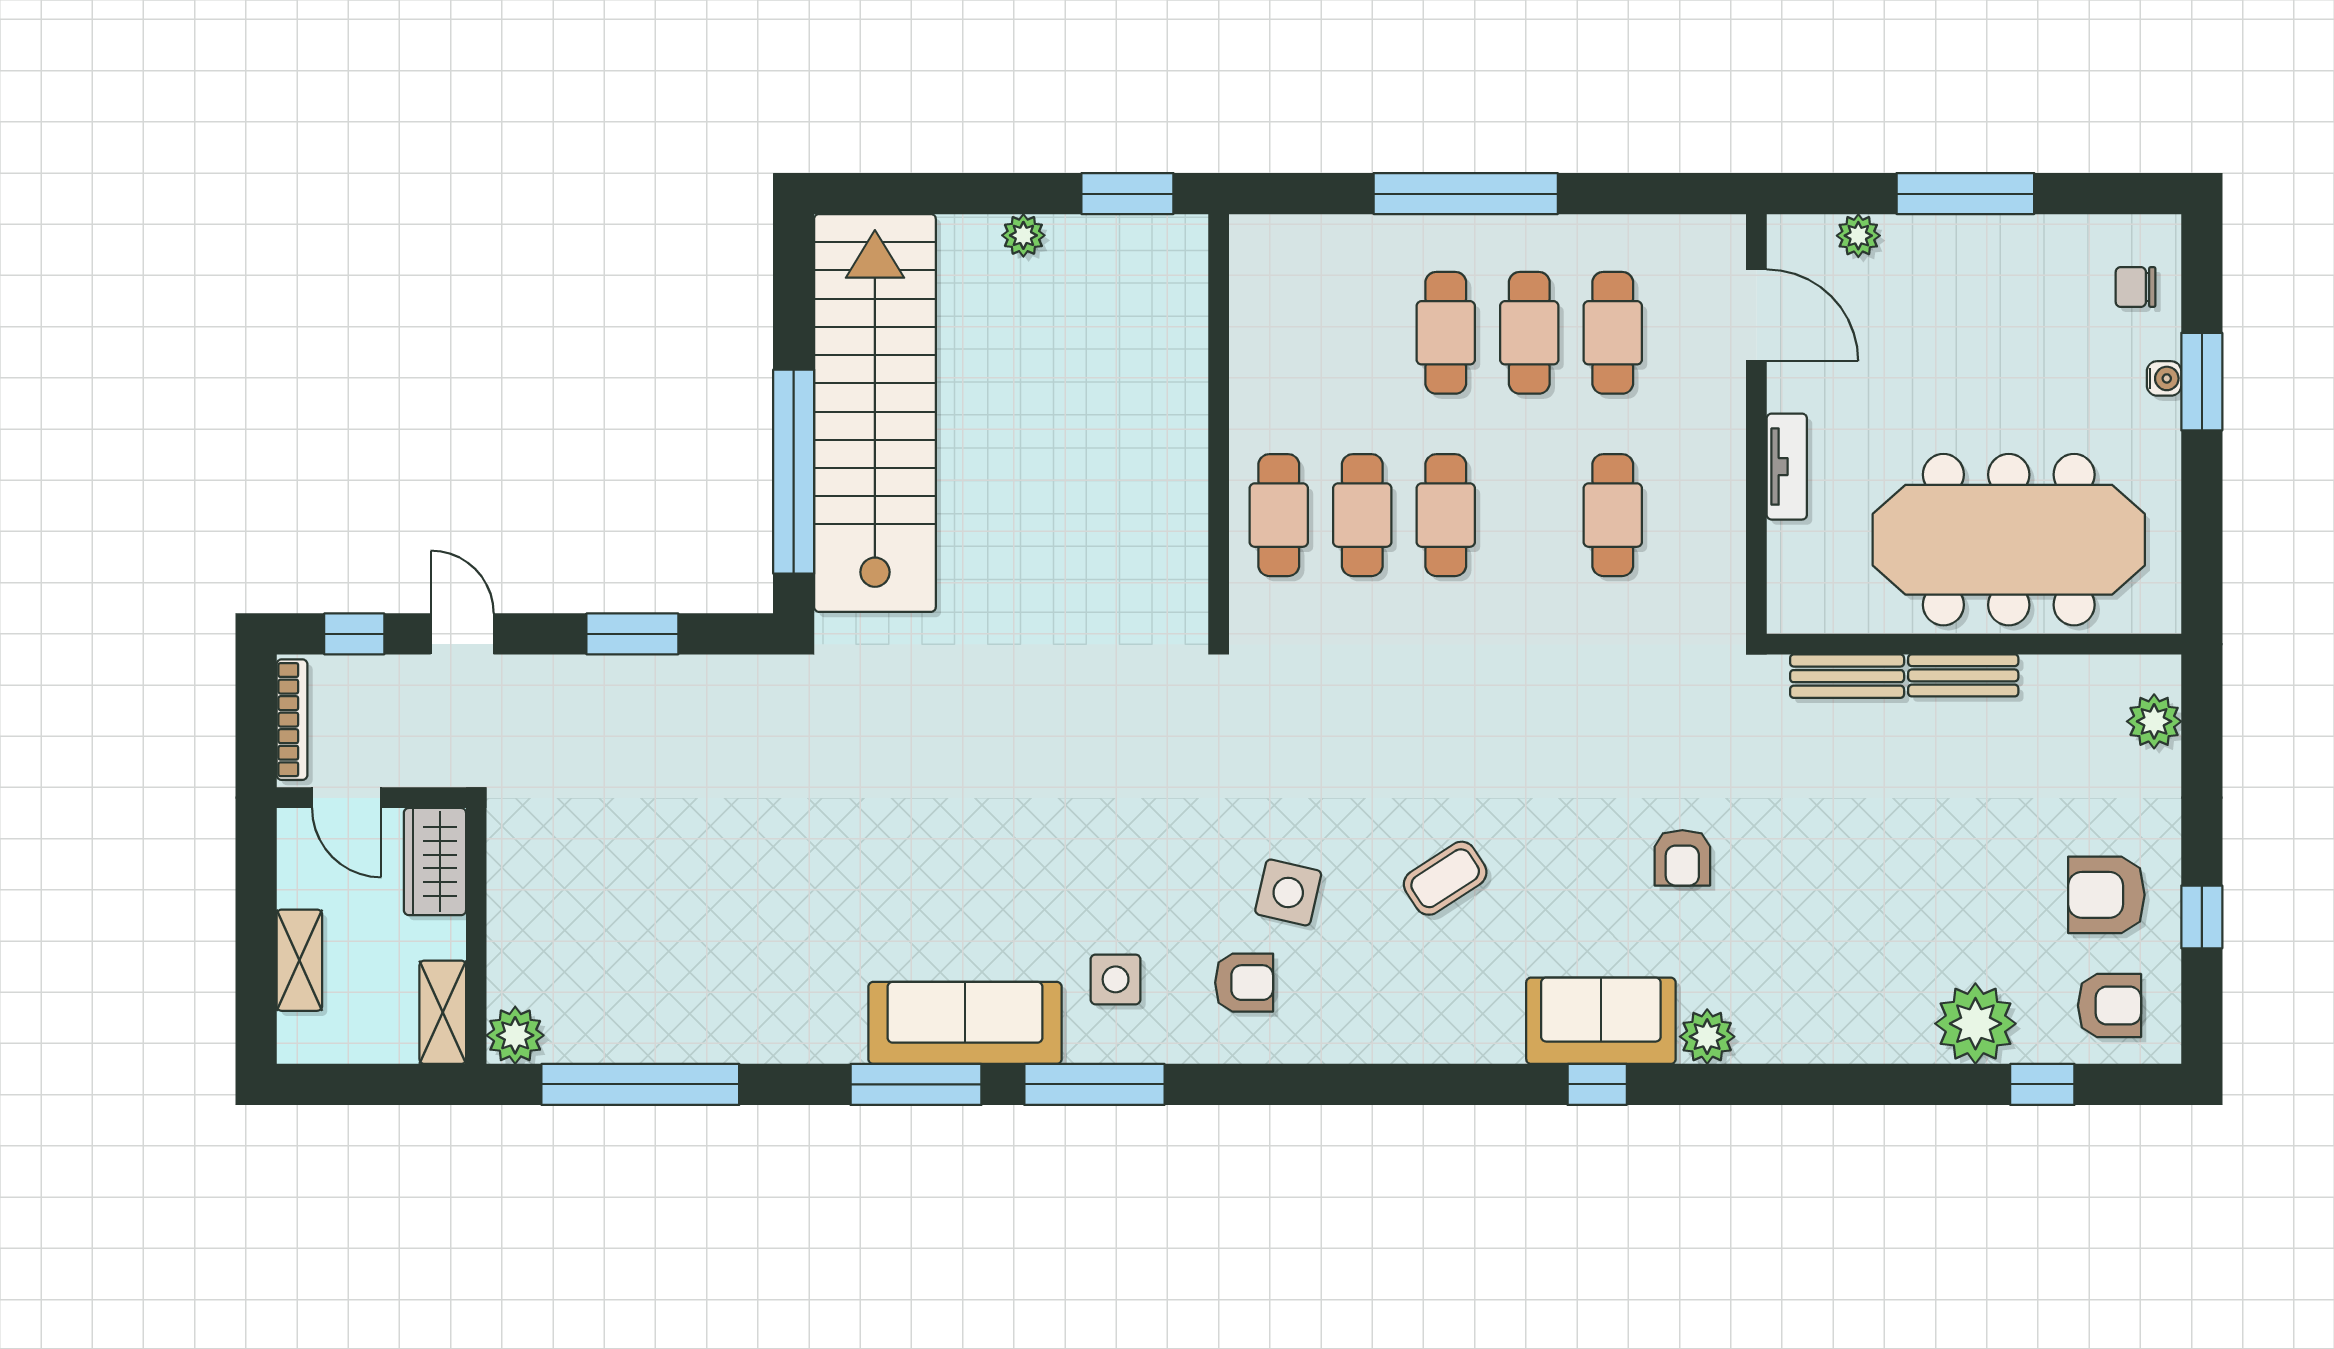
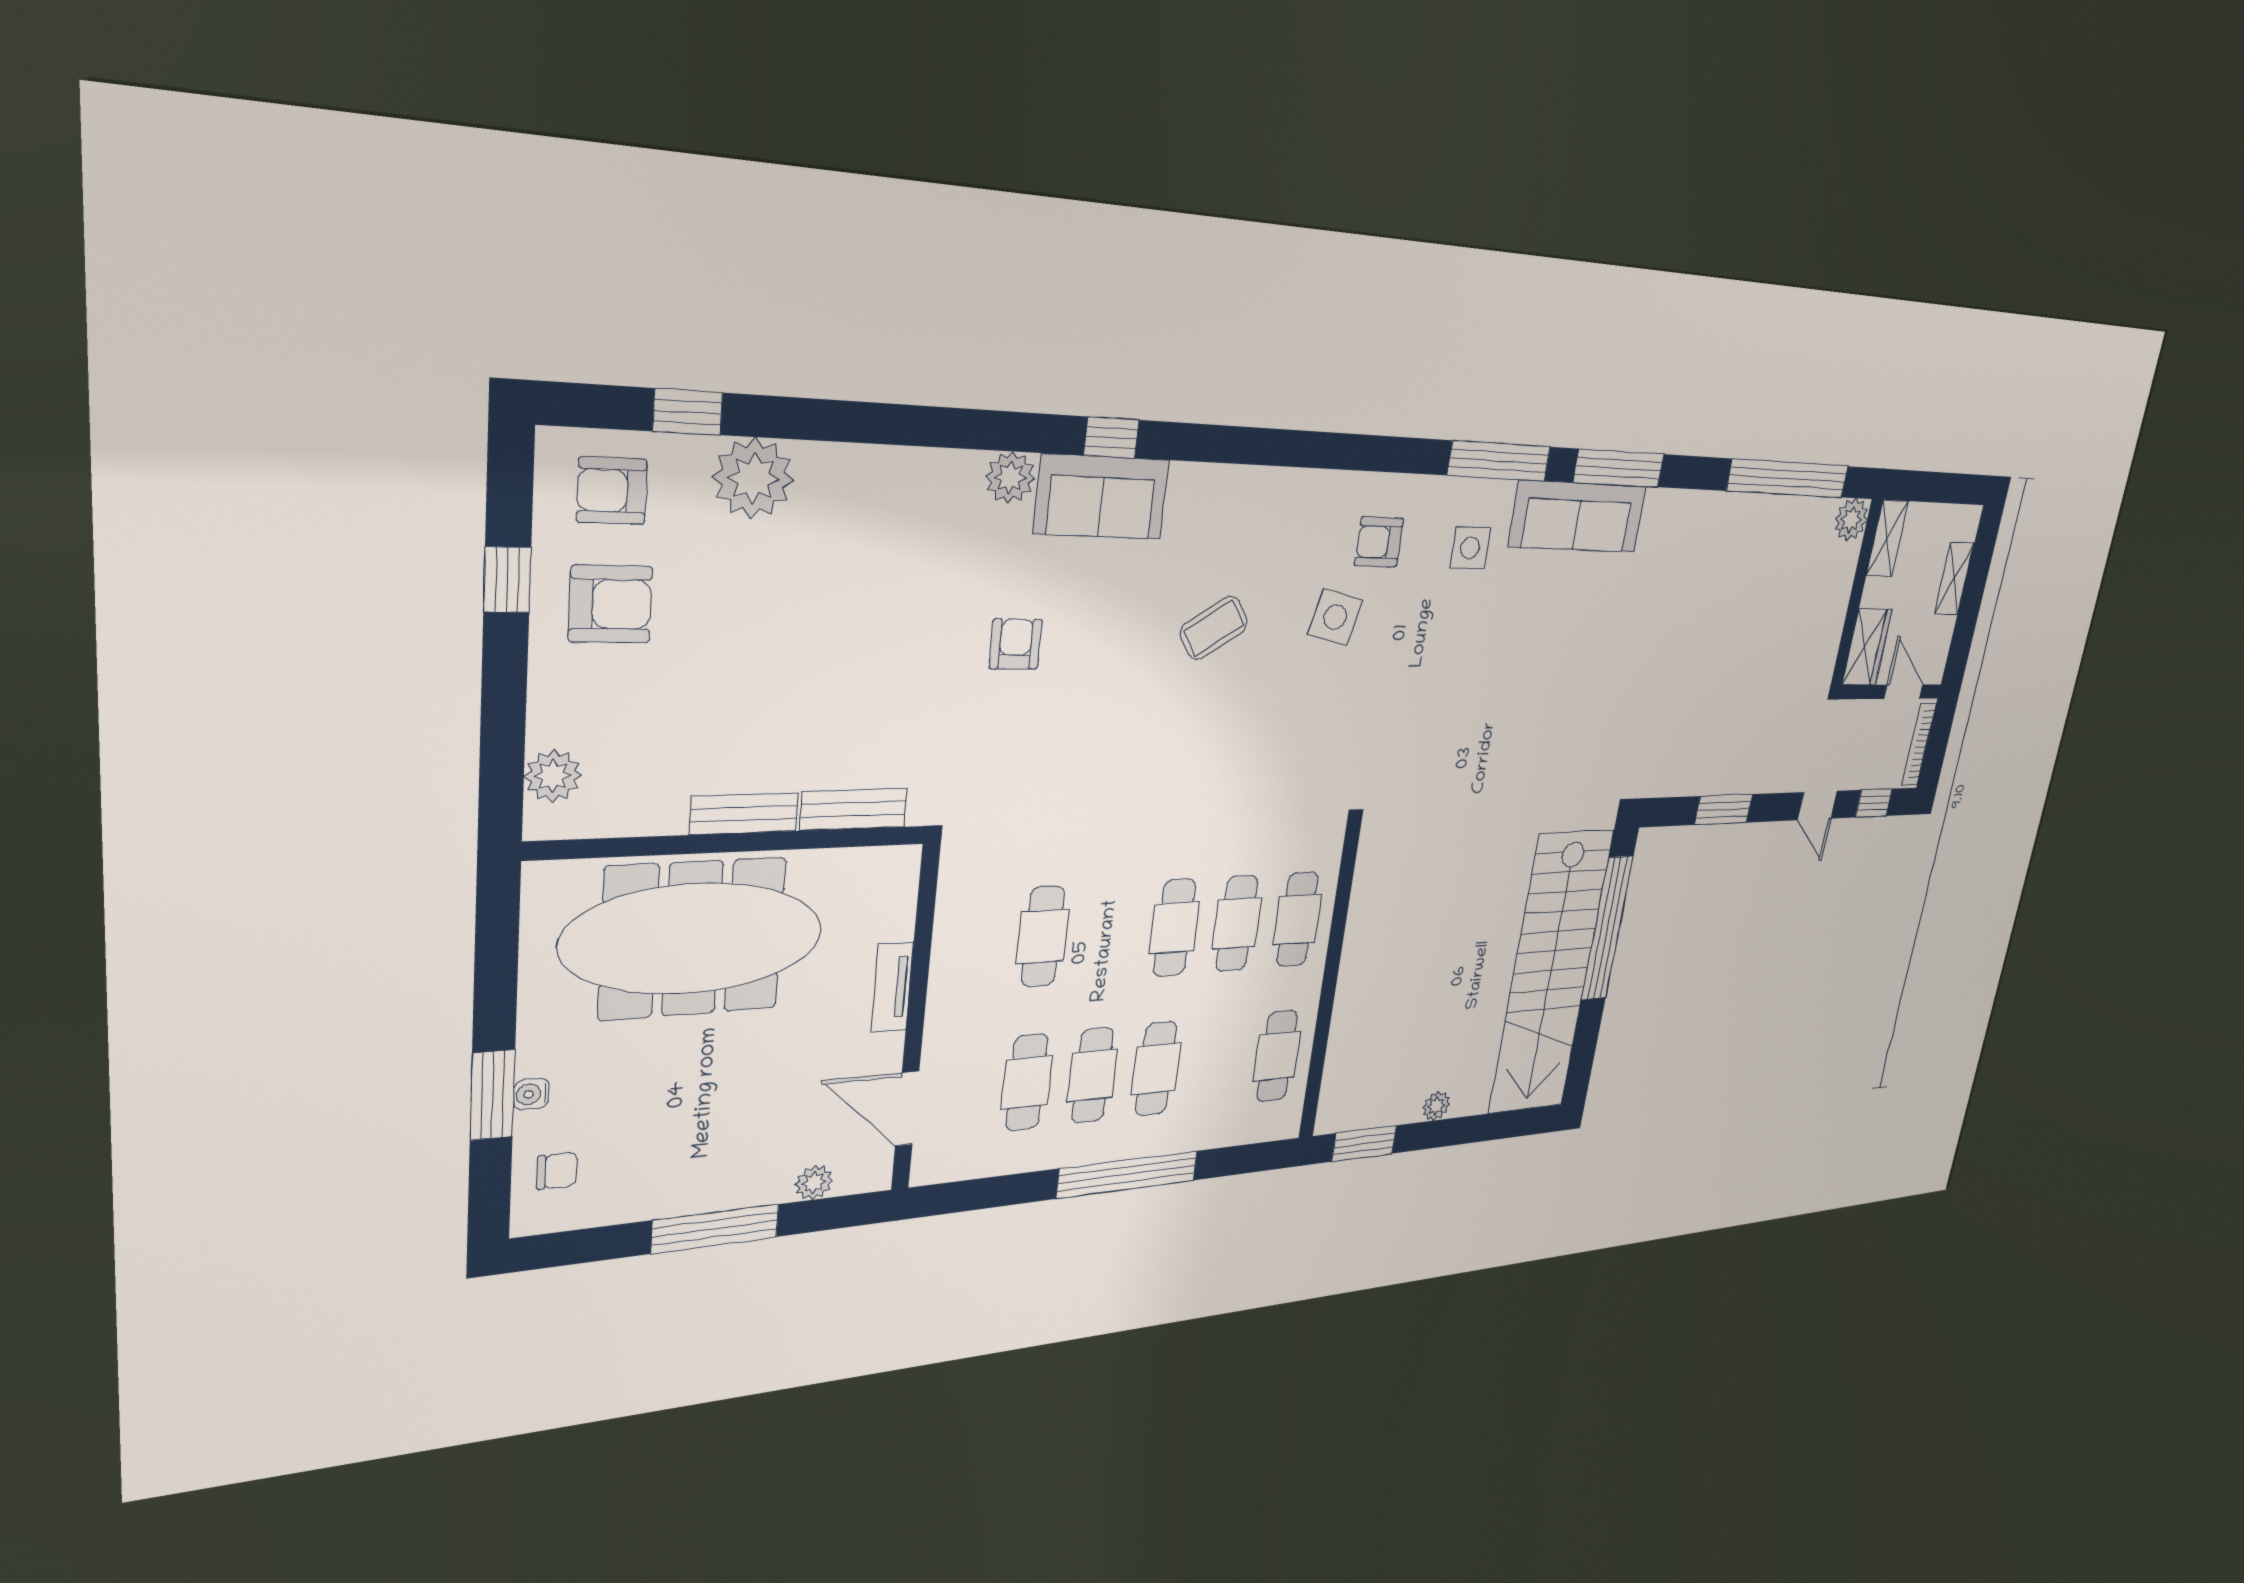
cafe table: (1279, 333) -> (1277, 1056), added

